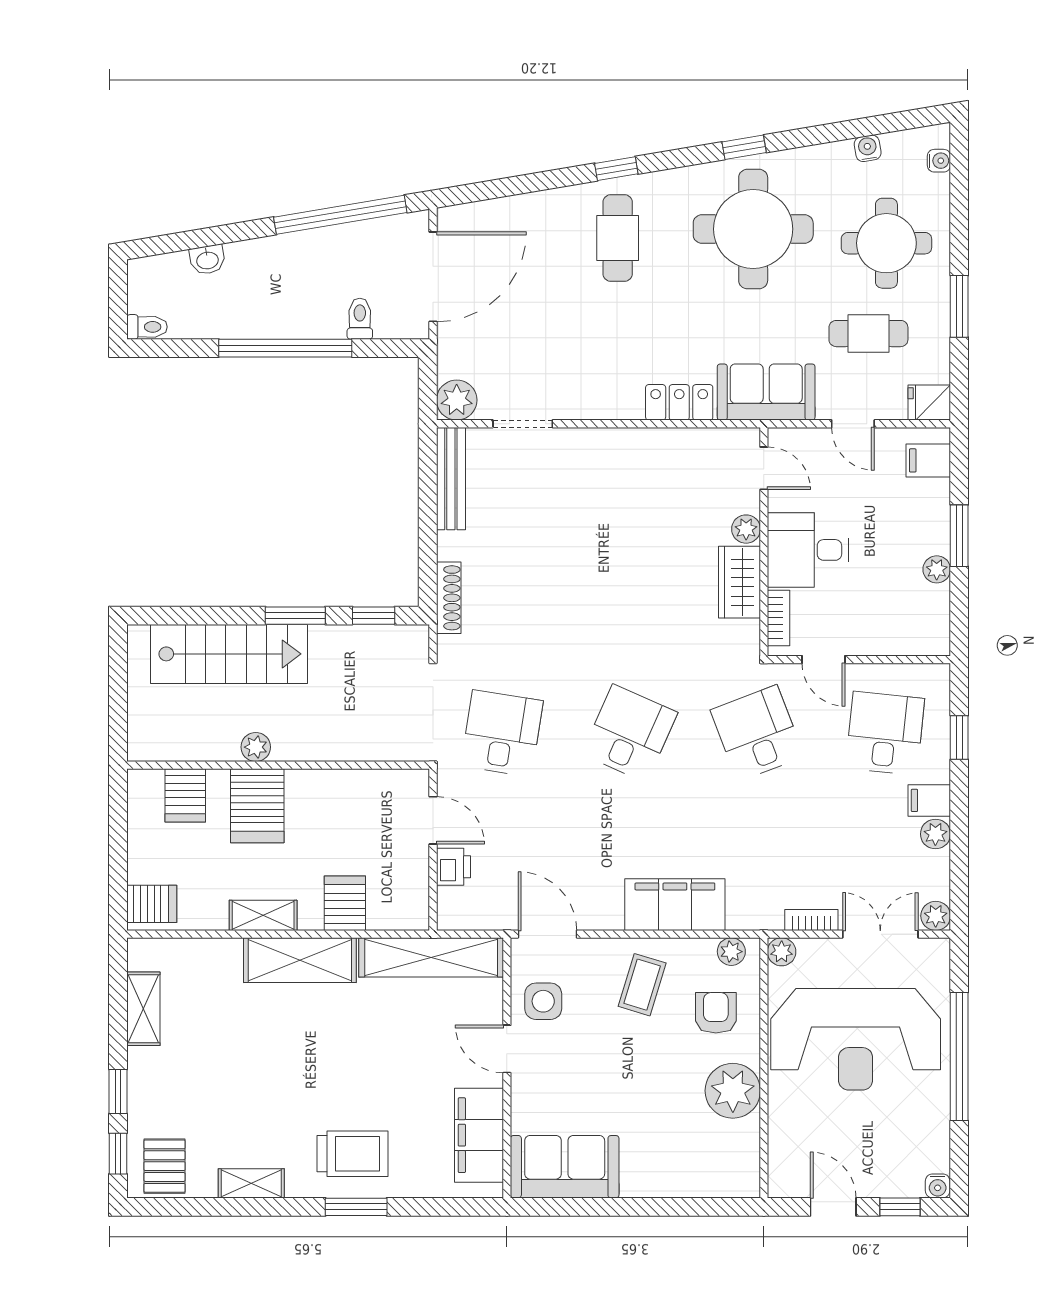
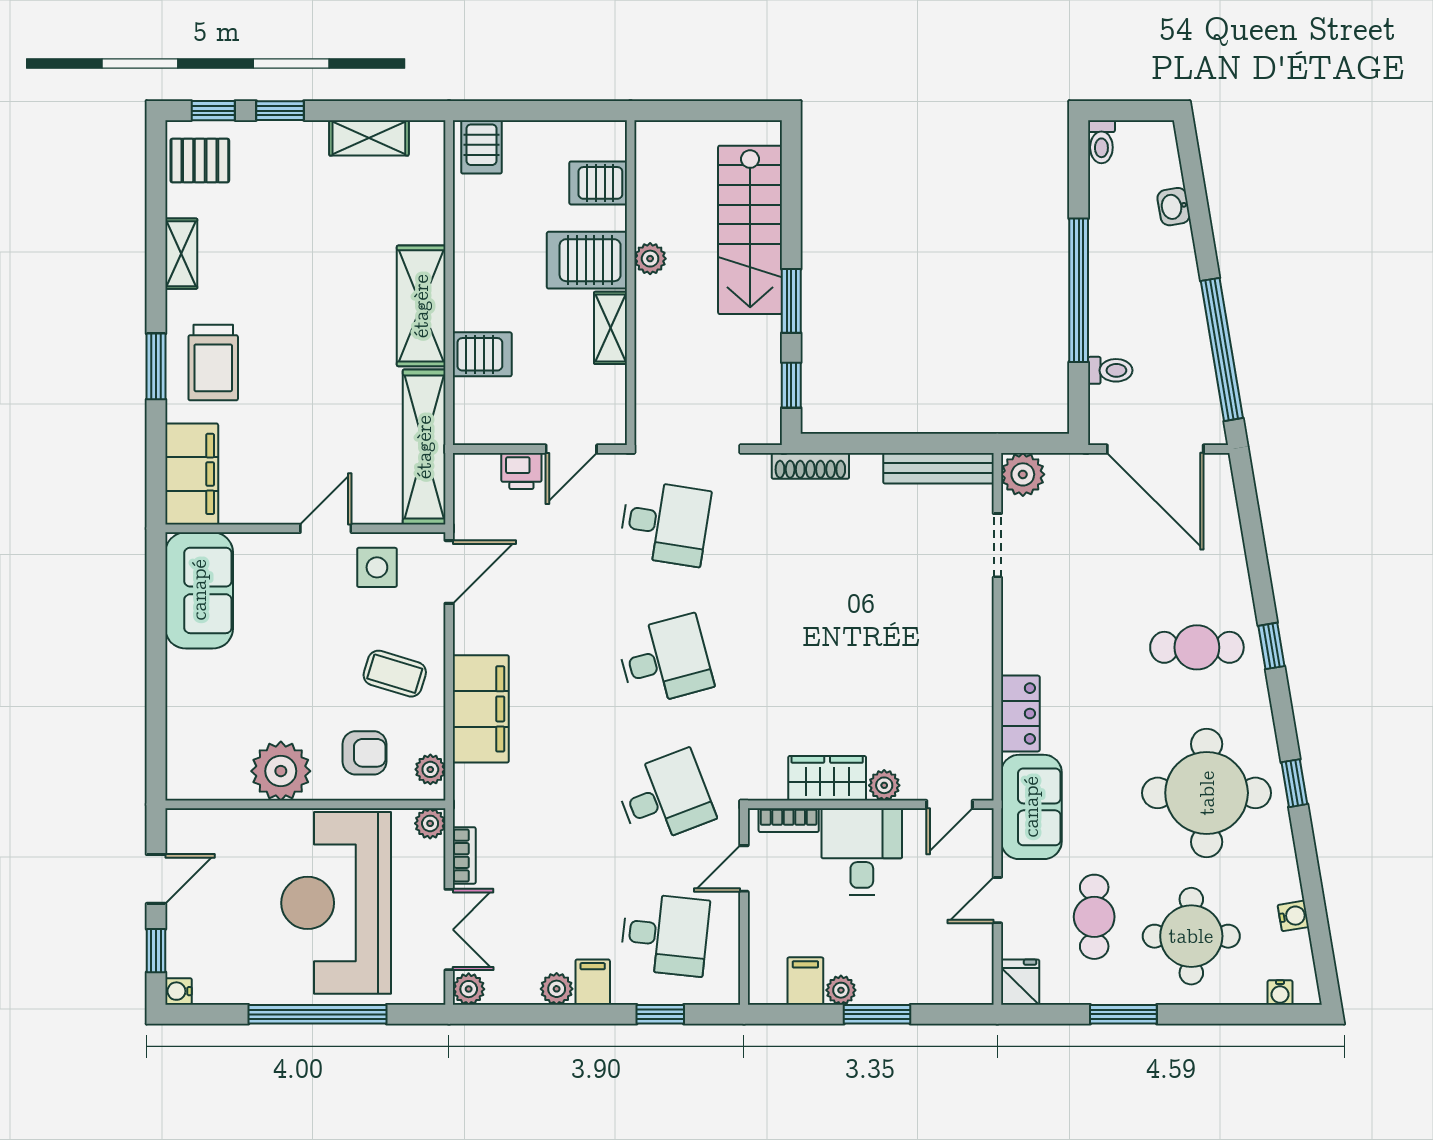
filing cabinet: (928, 460) -> (805, 981), moved
desk: (630, 733) -> (665, 660), turned -39
shelving: (263, 915) -> (610, 328), moved
filing cabinet: (479, 1135) -> (192, 474), moved, turned 90

